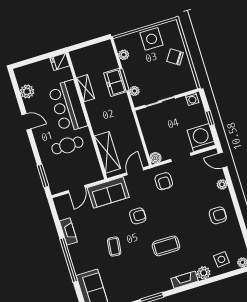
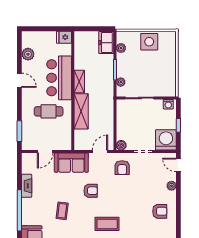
chair: (175, 57) -> (165, 63), removed
freezer: (115, 82) -> (106, 43), moved
shelving: (86, 88) -> (79, 81), moved
shelving: (107, 152) -> (81, 111), moved

